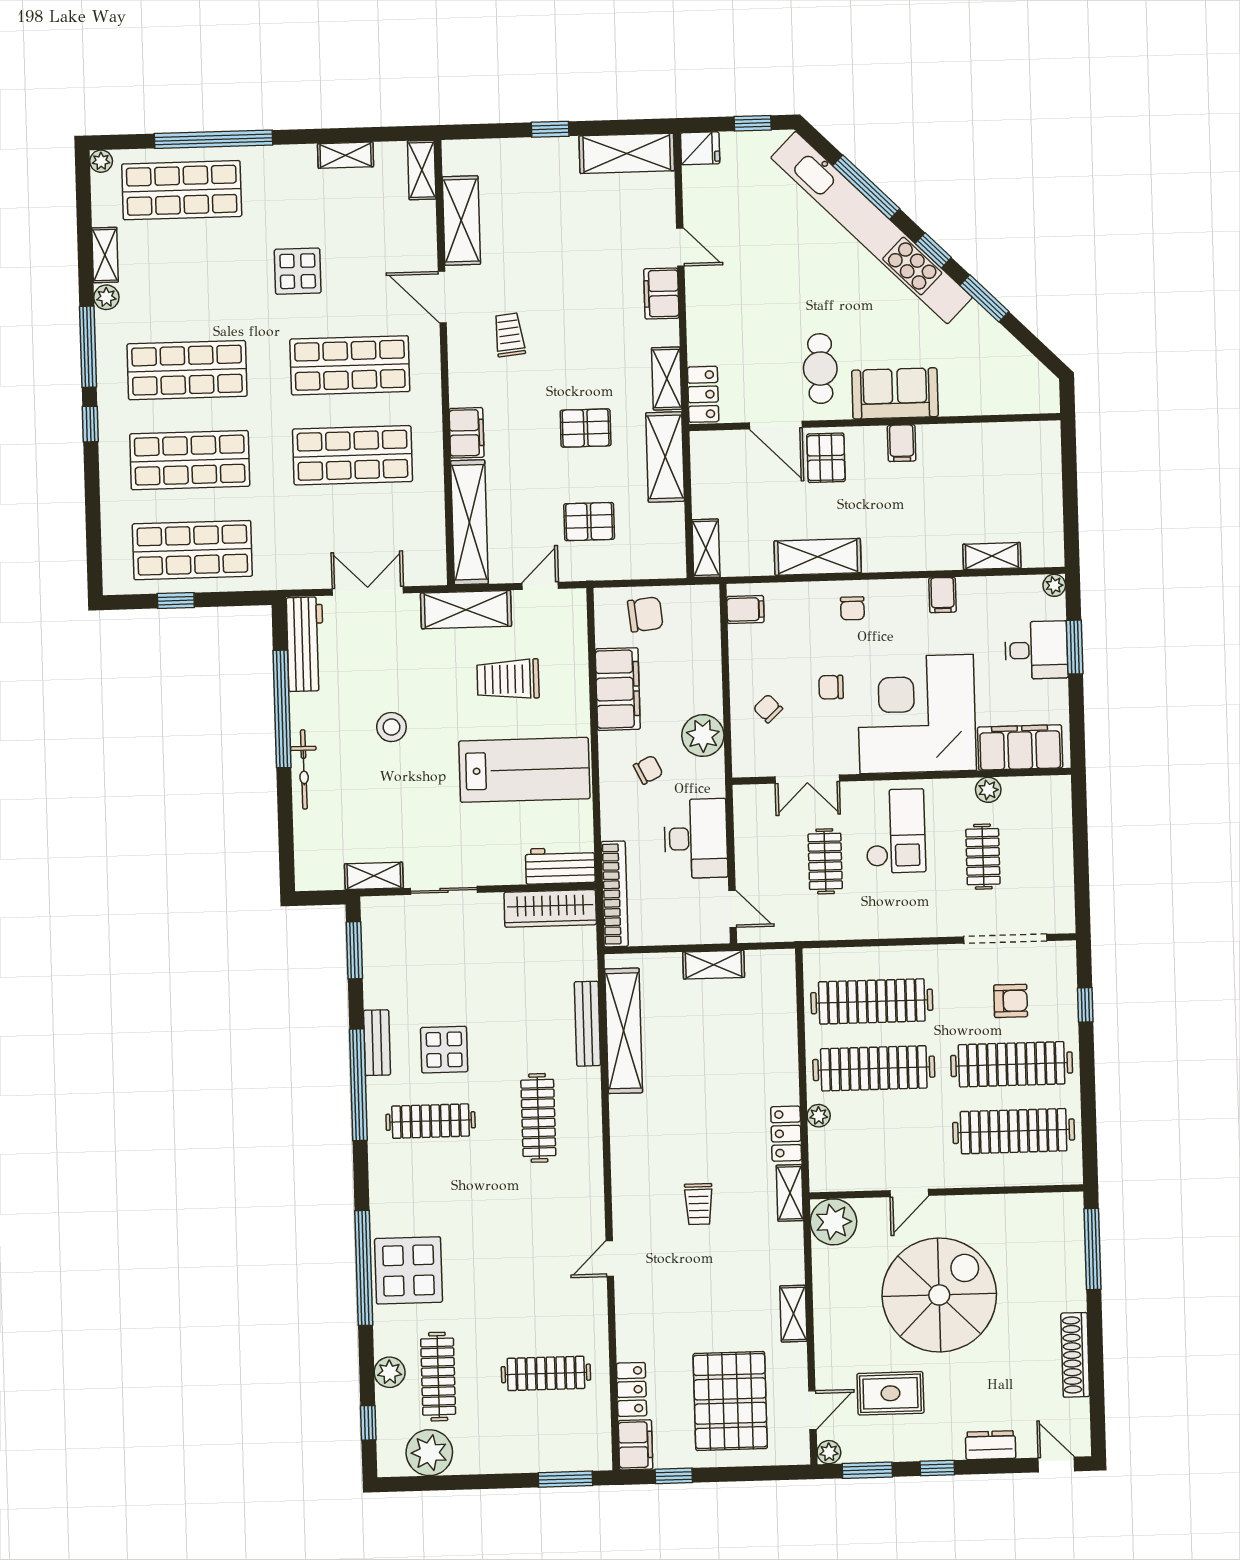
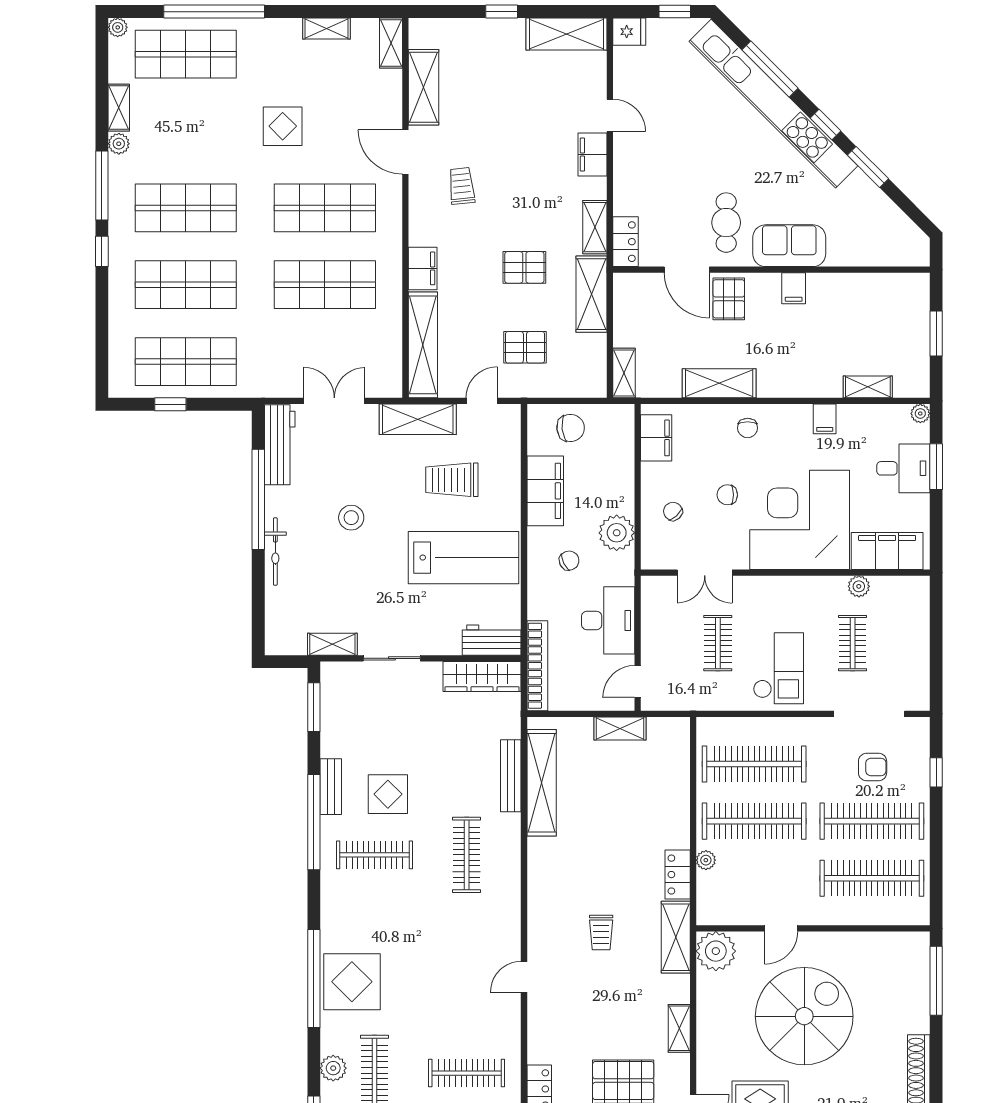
window: (1070, 491) -> (936, 333), added
filing cabinet: (745, 609) -> (656, 438), width x2.00
checkout: (895, 831) -> (778, 668), moved
door: (733, 909) -> (638, 681), swing flipped
shelving: (790, 1193) -> (676, 937), width x1.50, depth x1.33

